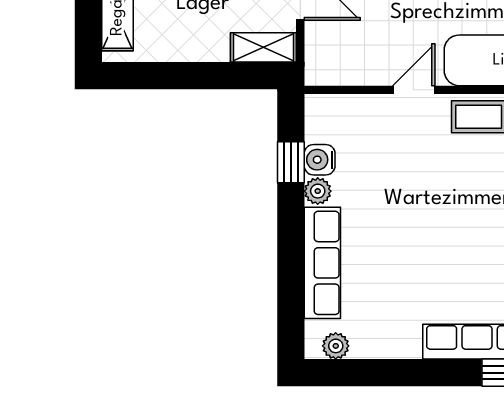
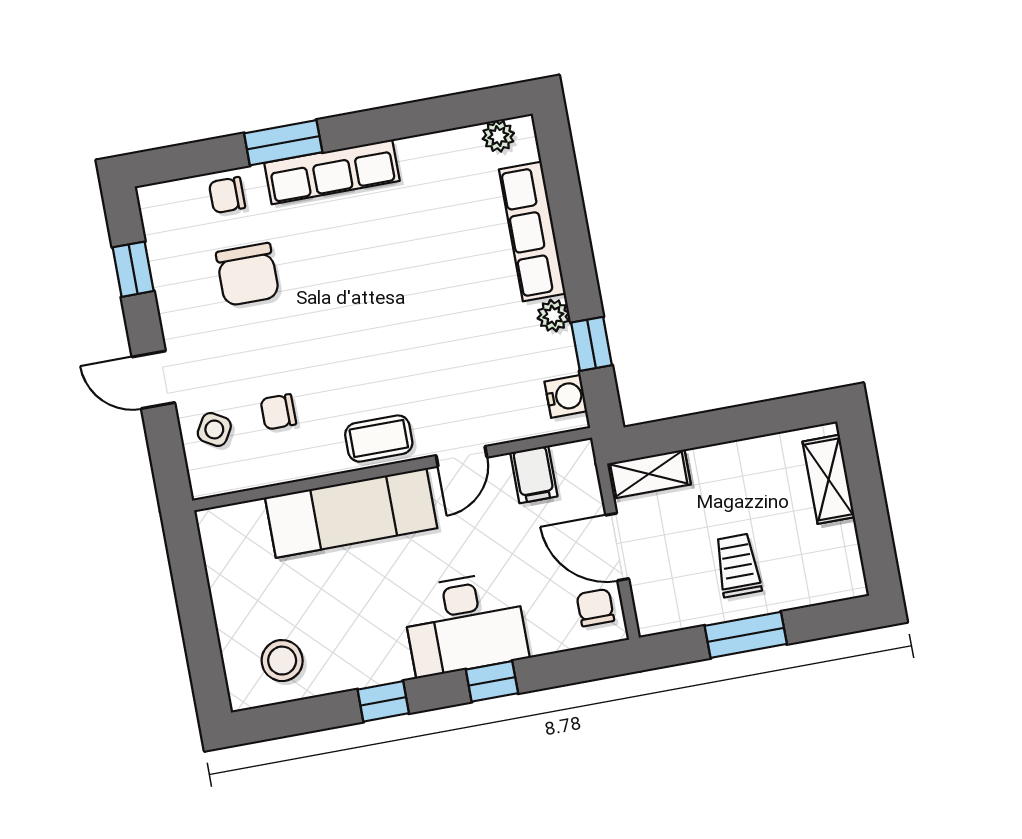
filing cabinet: (357, 64) -> (534, 474), added
water cooler: (320, 160) -> (566, 396), moved

